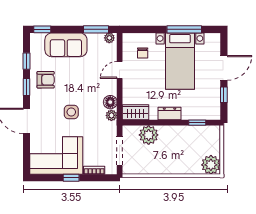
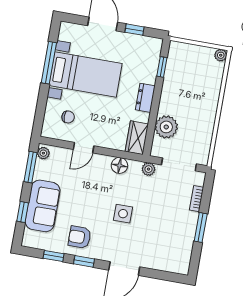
window: (42, 29) -> (23, 212), moved
door: (120, 70) -> (84, 148), hinge flipped
armchair: (46, 80) -> (80, 237), turned -90
plant: (111, 115) -> (149, 169), moved
corner sofa: (56, 156) -> (171, 240), removed
plant: (211, 165) -> (221, 55), width x0.53, depth x0.53
window: (71, 178) -> (201, 227), width x1.50

